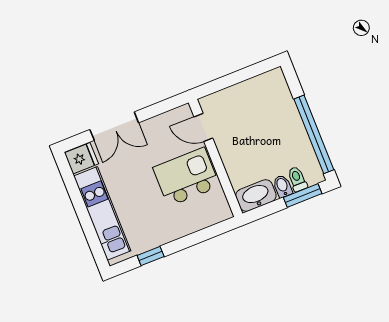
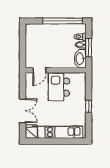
window: (303, 195) -> (89, 48), moved
window: (151, 256) -> (89, 106), moved

